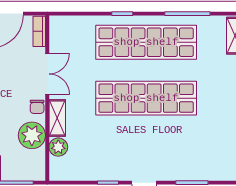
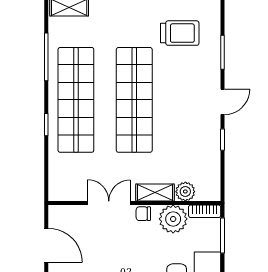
bookcase: (39, 31) -> (205, 211), moved
chair: (37, 107) -> (143, 214), turned 180
trolley: (210, 142) -> (180, 33), added

